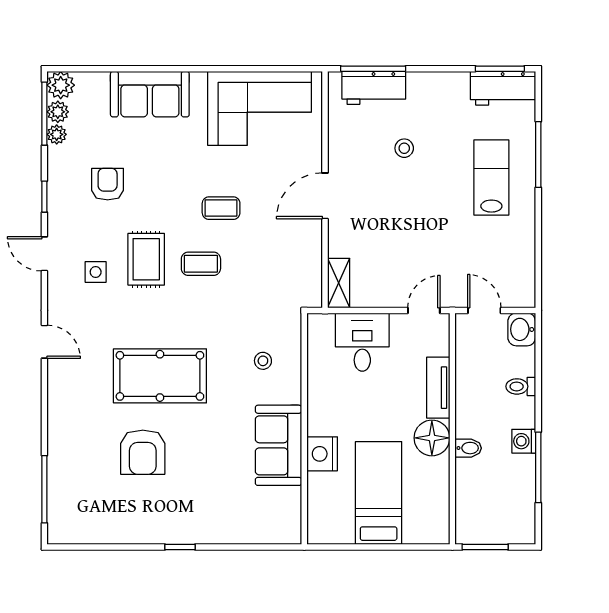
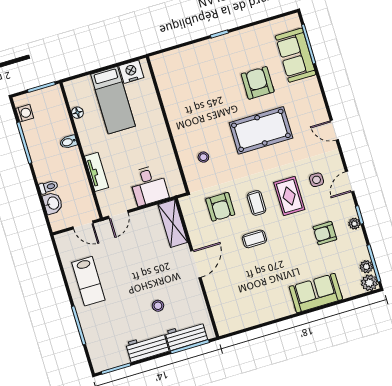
workbench: (503, 88) -> (147, 347), moved
corner sofa: (260, 108) -> (249, 304), removed
plant: (57, 134) -> (354, 224), moved
lab bench: (491, 178) -> (88, 281), moved
armchair: (108, 184) -> (325, 233), turned 90
door: (44, 254) -> (350, 181), swing flipped
coffee table: (201, 264) -> (256, 203), turned 90
armchair: (260, 275) -> (220, 207), added
shelving: (339, 283) -> (173, 224), width x1.50, depth x1.33
washbasin: (522, 329) -> (53, 203), moved
floor lamp: (432, 438) -> (77, 113), moved, width x0.53, depth x0.53
washing machine: (524, 441) -> (25, 113), moved
sofa: (278, 445) -> (296, 55), moved, turned 180
nightstand: (322, 454) -> (131, 72), moved, turned -90

